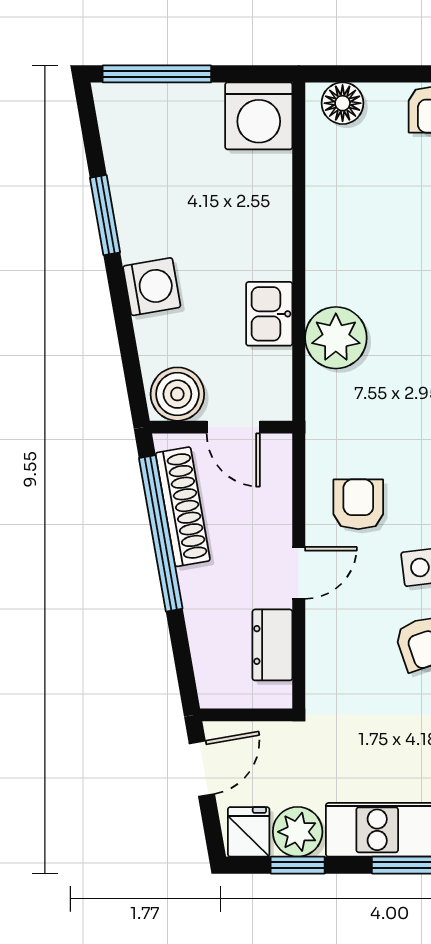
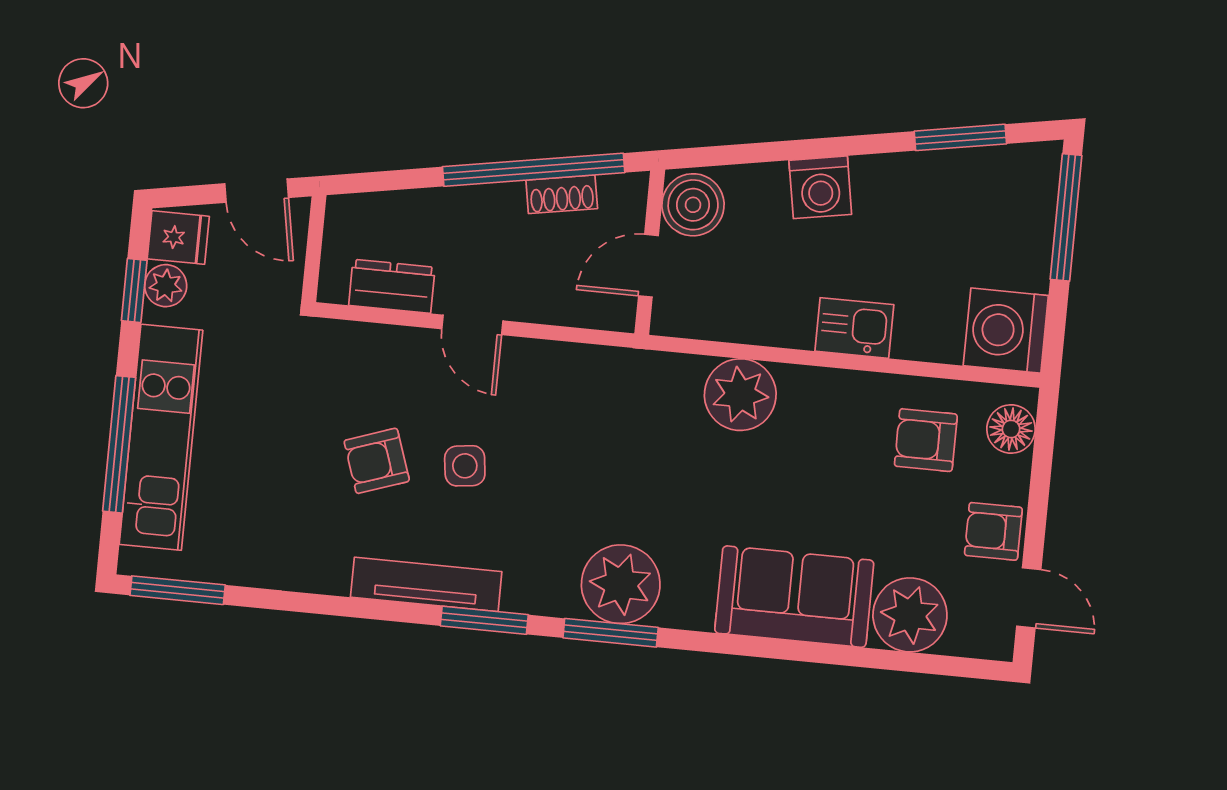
window: (105, 215) -> (960, 137), moved
kitchen sink: (269, 314) -> (854, 328), moved
armchair: (358, 504) -> (926, 440), moved, turned 180
shoe rack: (183, 507) -> (562, 194), width x0.51, depth x0.81
plant: (298, 832) -> (166, 286), width x0.73, depth x0.73

